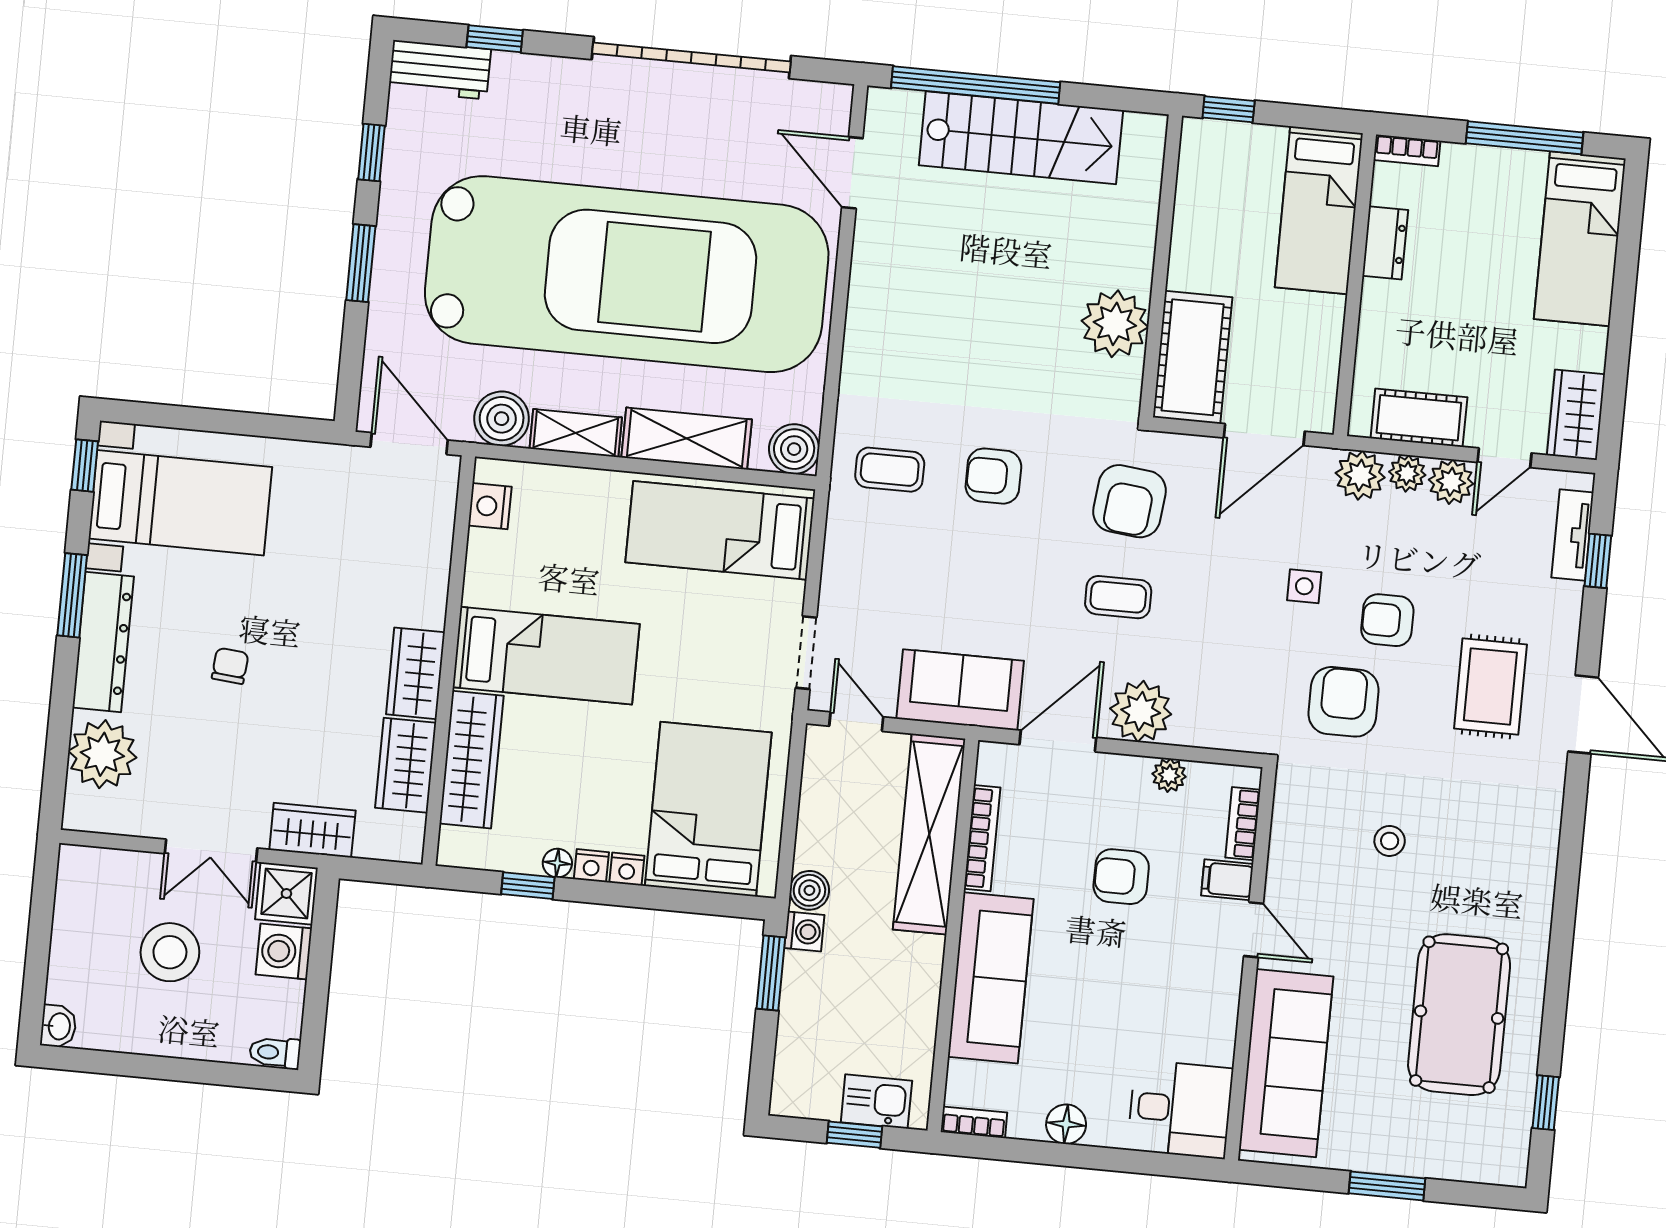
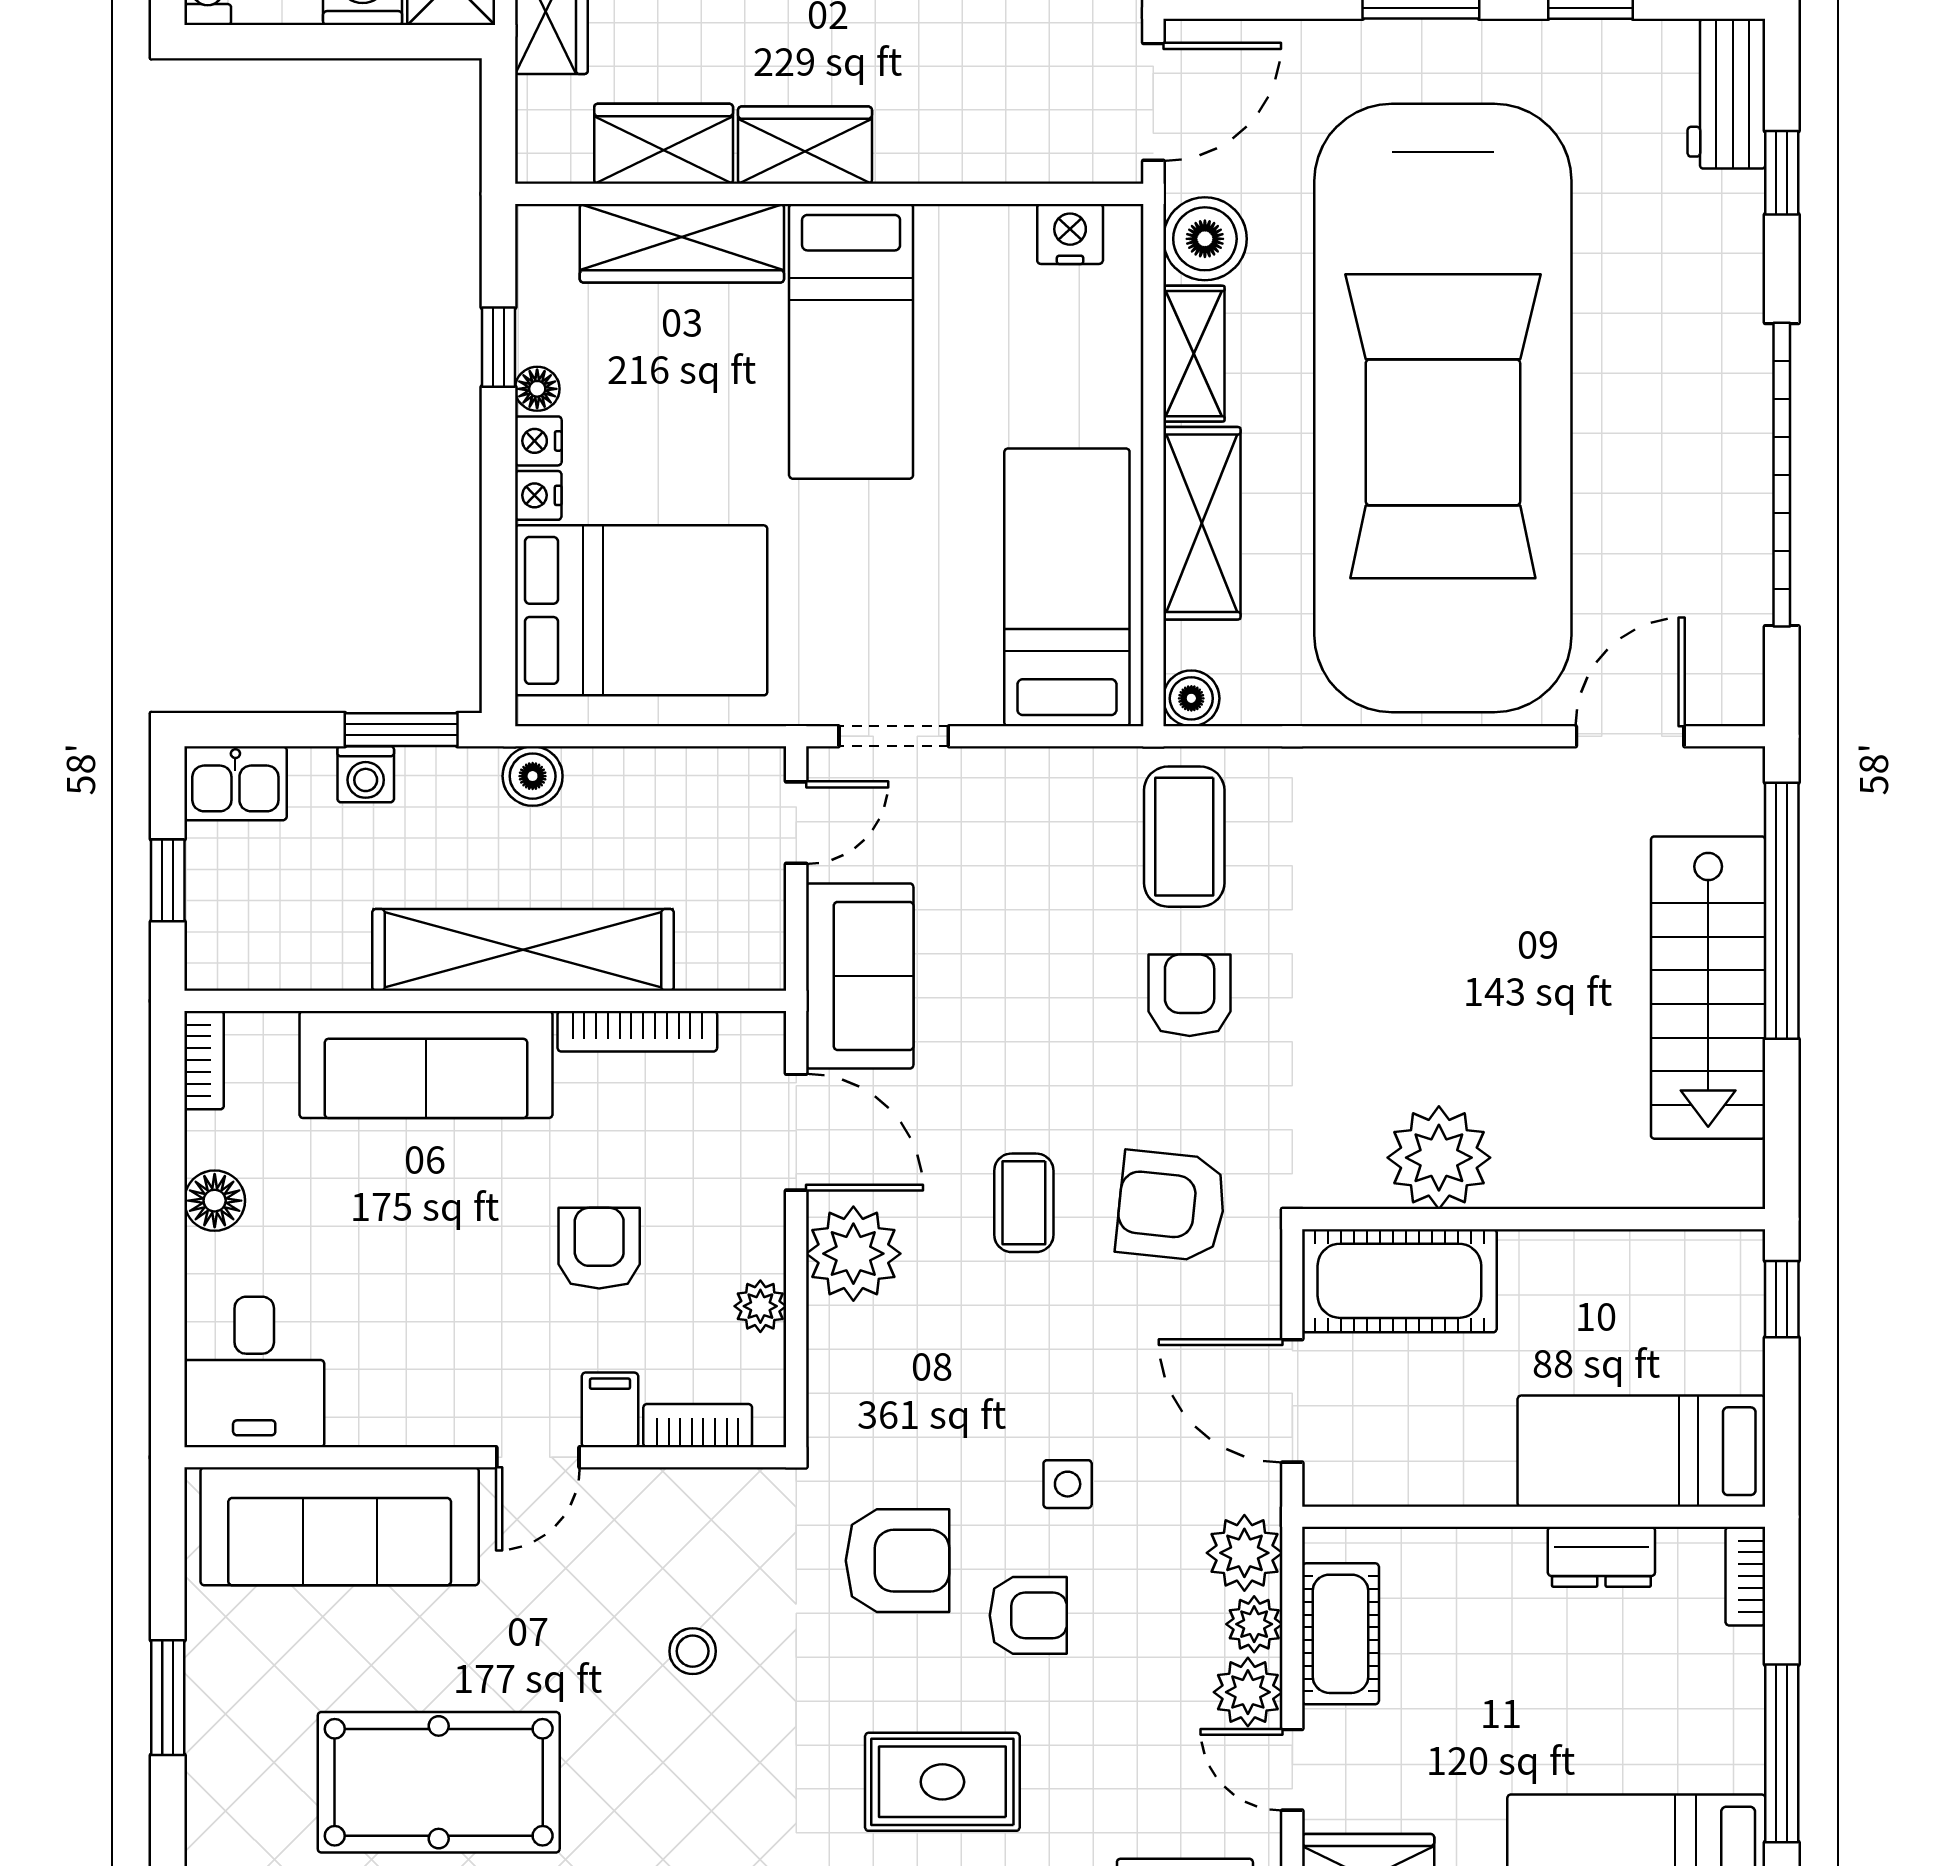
boiler: (794, 449) -> (1191, 698), width x0.73, depth x0.73
coffee table: (890, 470) -> (1184, 837), width x1.36, depth x1.30
armchair: (1387, 620) -> (1028, 1615), turned 90
shelving: (929, 834) -> (523, 950), moved
washing machine: (804, 932) -> (366, 774), moved
kitchen sink: (876, 1101) -> (235, 783), moved, turned 90

